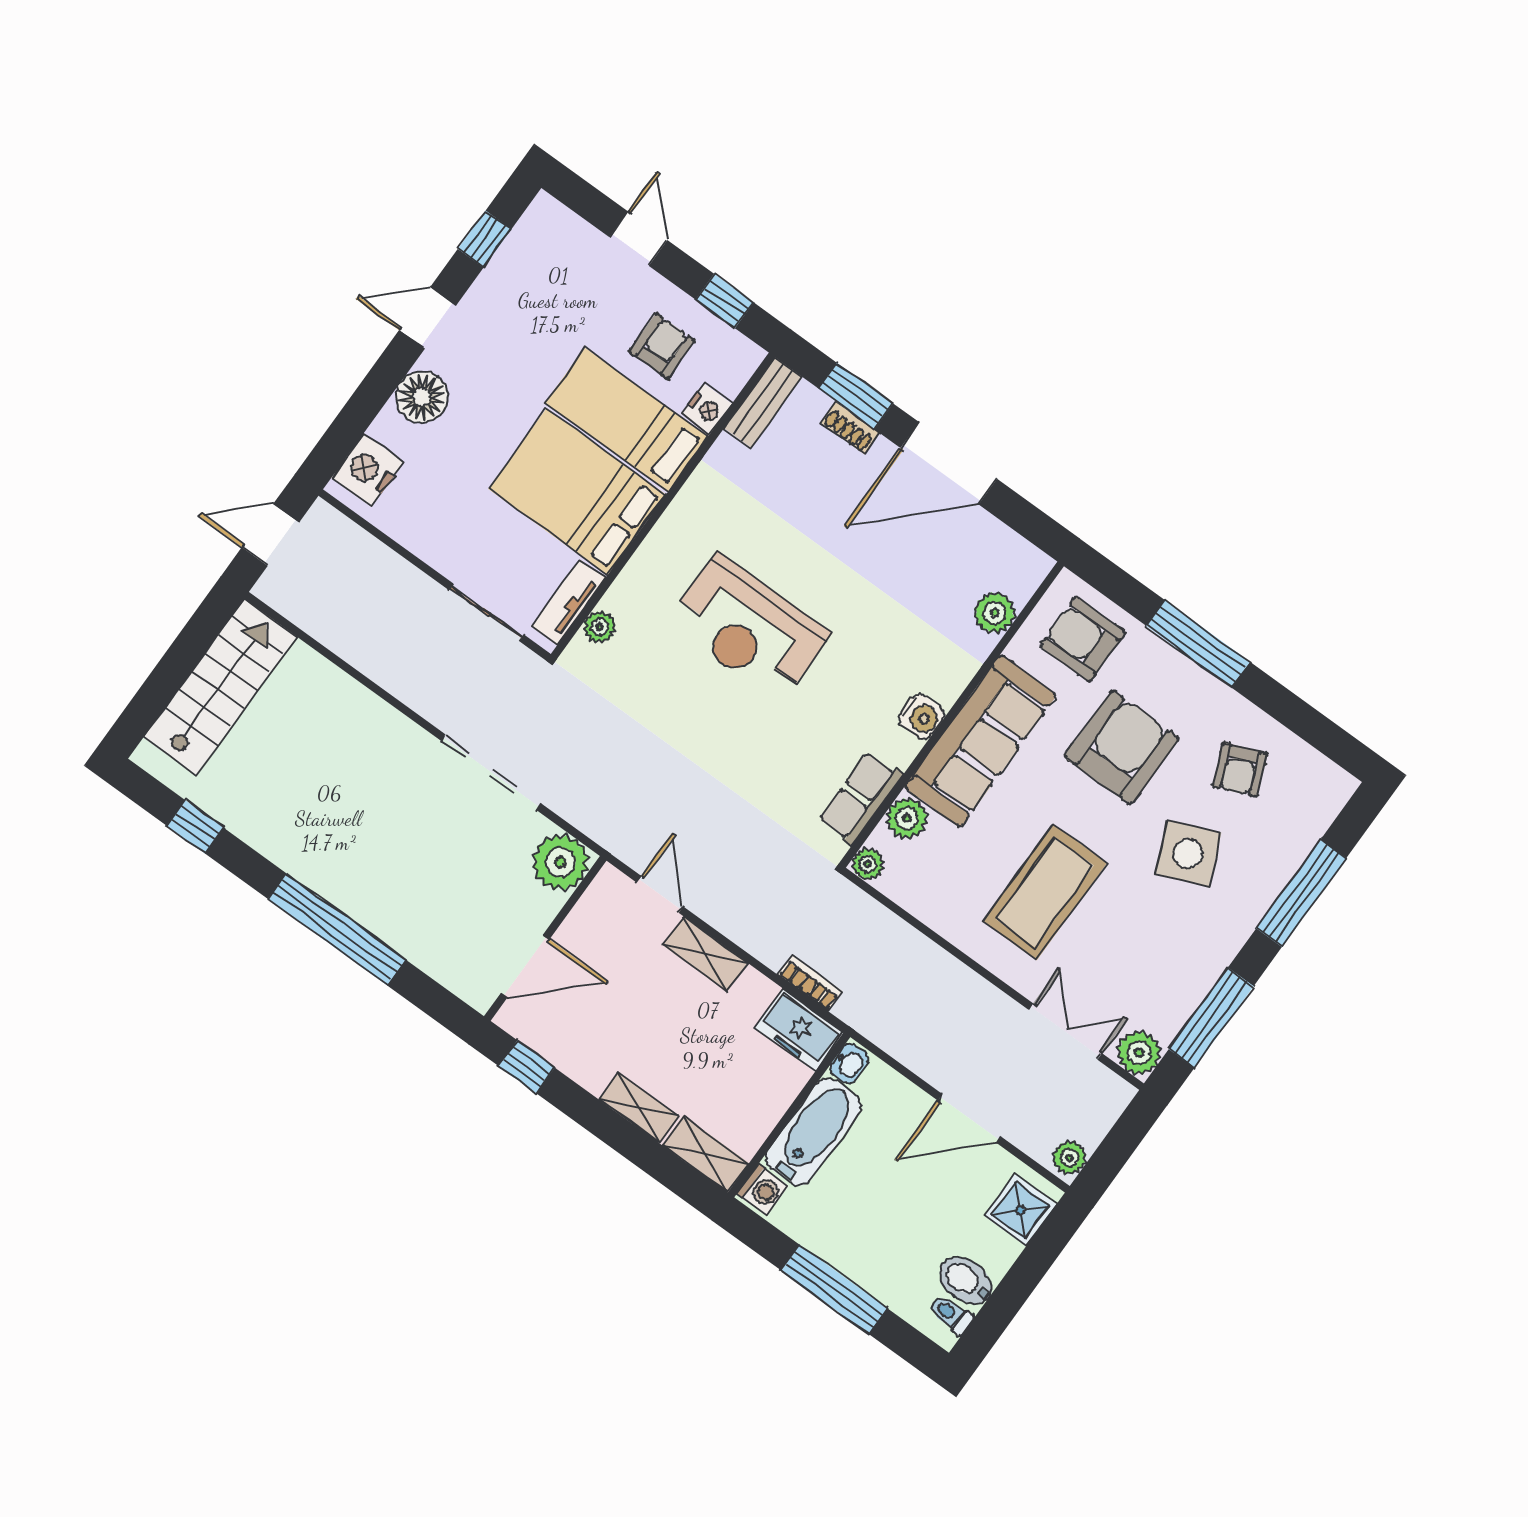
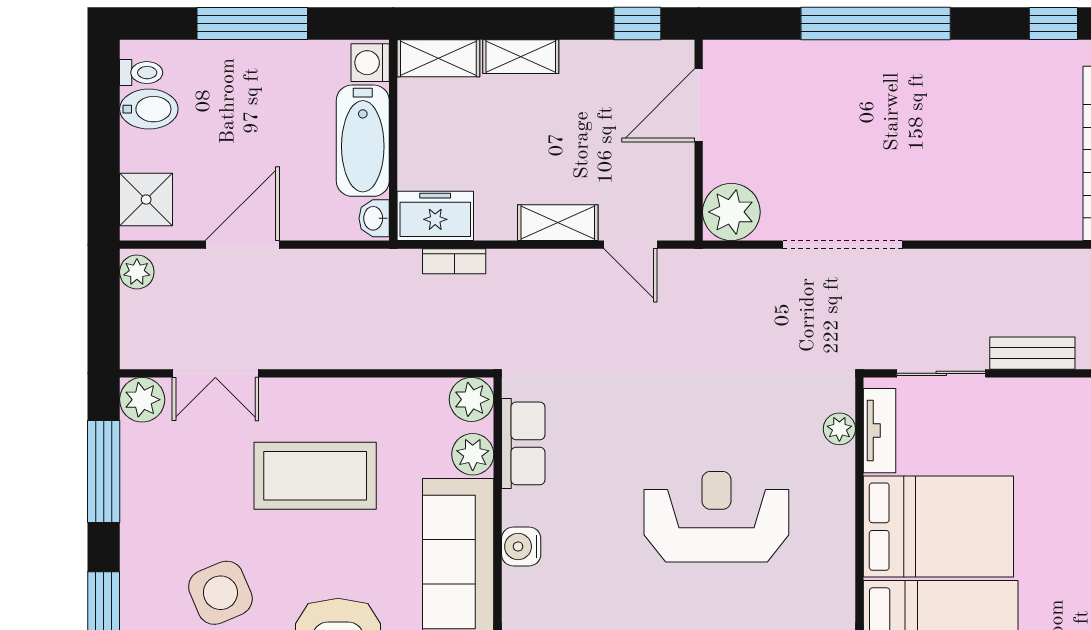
bench: (402, 576) -> (1032, 353), added
plant: (868, 864) -> (471, 399), width x1.38, depth x1.38
coffee table: (1045, 892) -> (315, 476), turned 90

